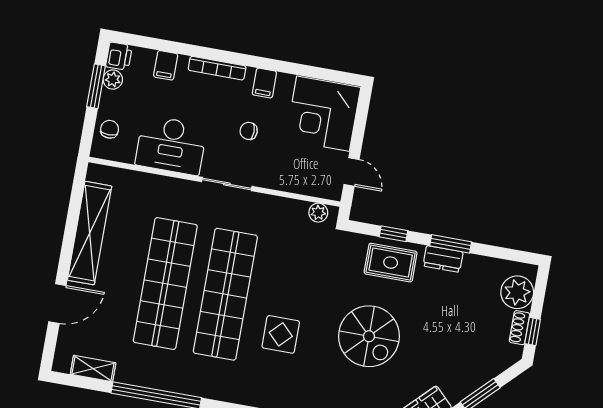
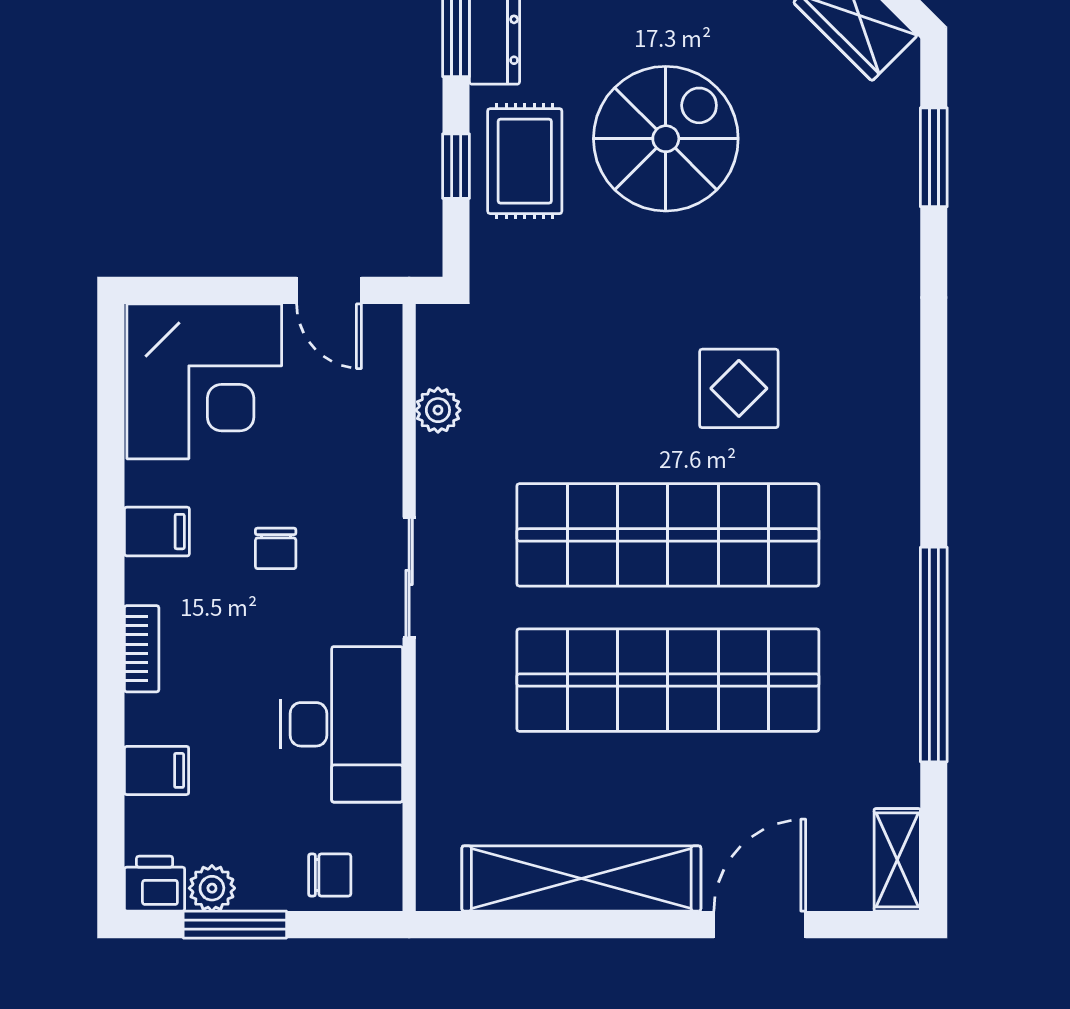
bookcase: (217, 68) -> (142, 649), width x0.64
chair: (110, 129) -> (330, 875), turned 180
door: (351, 172) -> (329, 290), swing flipped
plant: (318, 213) -> (438, 410), moved
door: (57, 304) -> (760, 925), hinge flipped
spiral stairs: (369, 336) -> (666, 139), moved
shelving: (93, 369) -> (897, 860), moved

